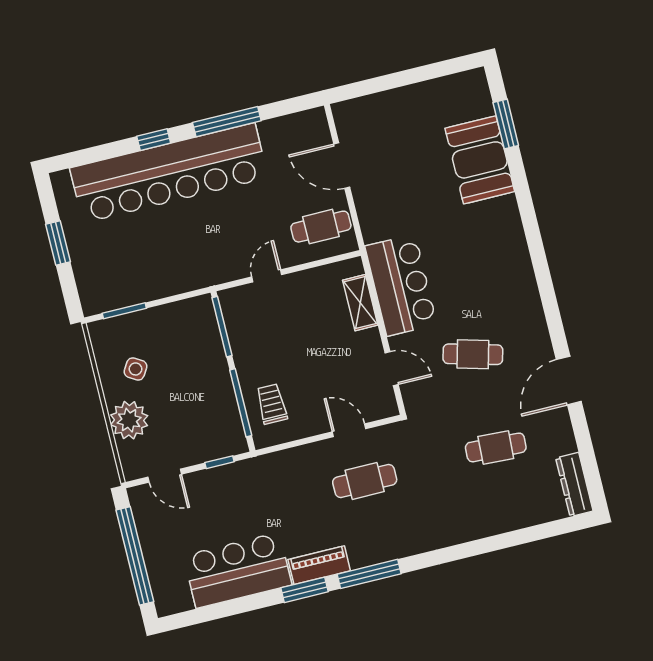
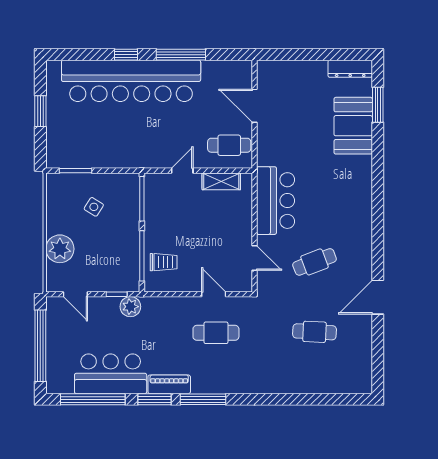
shelving: (360, 303) -> (221, 181), moved, turned 90
cafe table: (473, 354) -> (315, 262), turned -36
side table: (135, 369) -> (94, 207), moved
trolley: (272, 404) -> (164, 262), turned 90
plant: (242, 474) -> (130, 307), added
dresser: (574, 485) -> (350, 69), moved, turned -90
window: (222, 610) -> (93, 399), added

